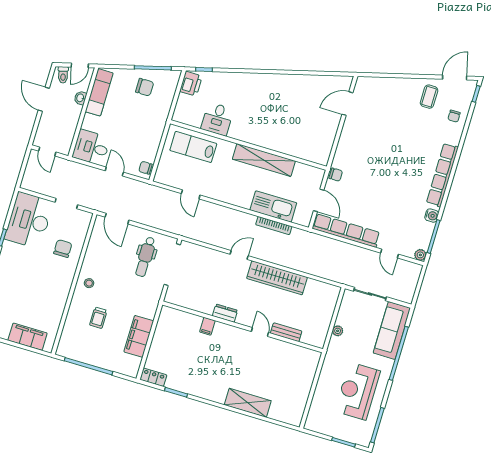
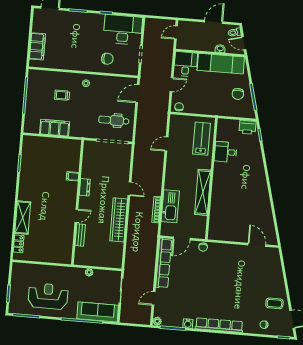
exam couch: (99, 92) -> (221, 64), width x1.36, depth x1.45
locker: (153, 377) -> (19, 244), moved

